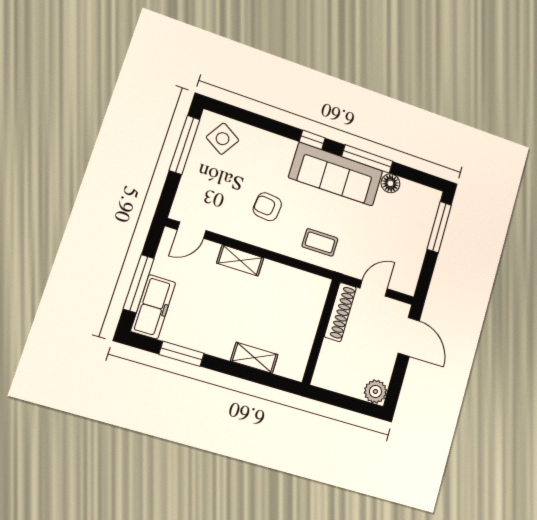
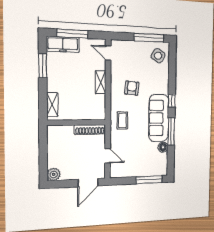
shoe rack: (340, 312) -> (90, 129), moved
wall: (321, 332) -> (77, 122), moved

